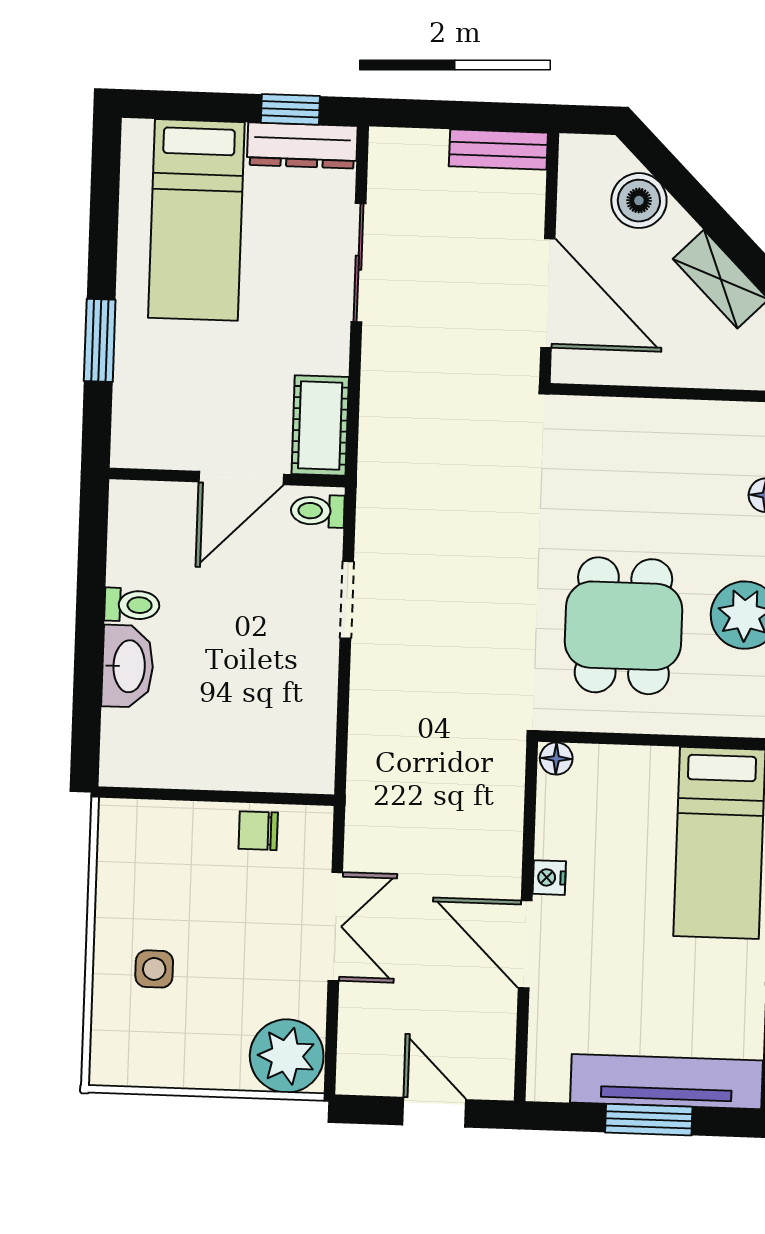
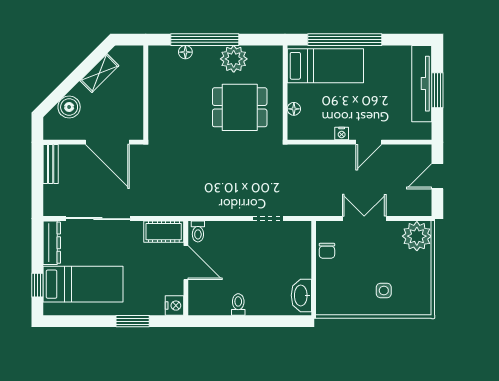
window: (290, 109) -> (37, 285), moved
sliding door: (359, 263) -> (98, 219), width x1.37
door: (548, 293) -> (107, 142), swing flipped
nightstand: (135, 446) -> (174, 306), added
doorway: (347, 600) -> (268, 219), moved
washbasin: (128, 666) -> (301, 295), moved, turned -90
floor lamp: (556, 759) -> (294, 109), moved
door: (525, 944) -> (369, 142), width x0.73

